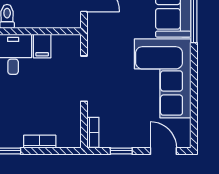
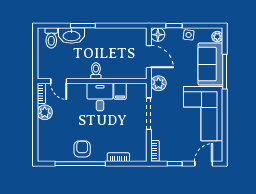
plant: (98, 34) -> (158, 83), added
door: (163, 151) -> (204, 164), hinge flipped

